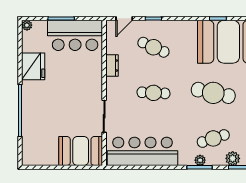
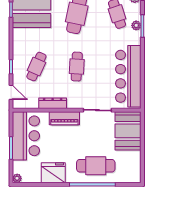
dresser: (112, 66) -> (53, 103), width x1.44
piano: (95, 79) -> (64, 118), added
cafe table: (41, 114) -> (96, 166), added

